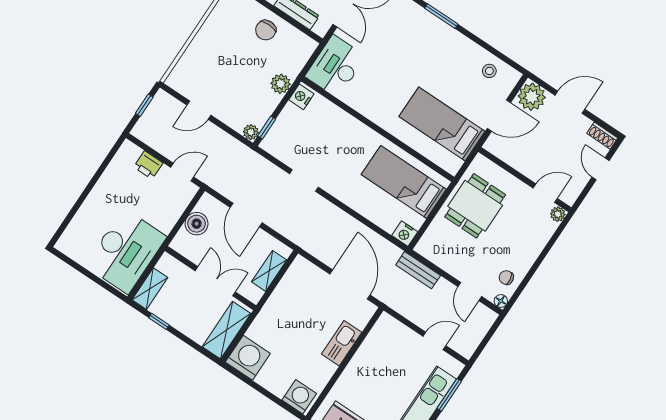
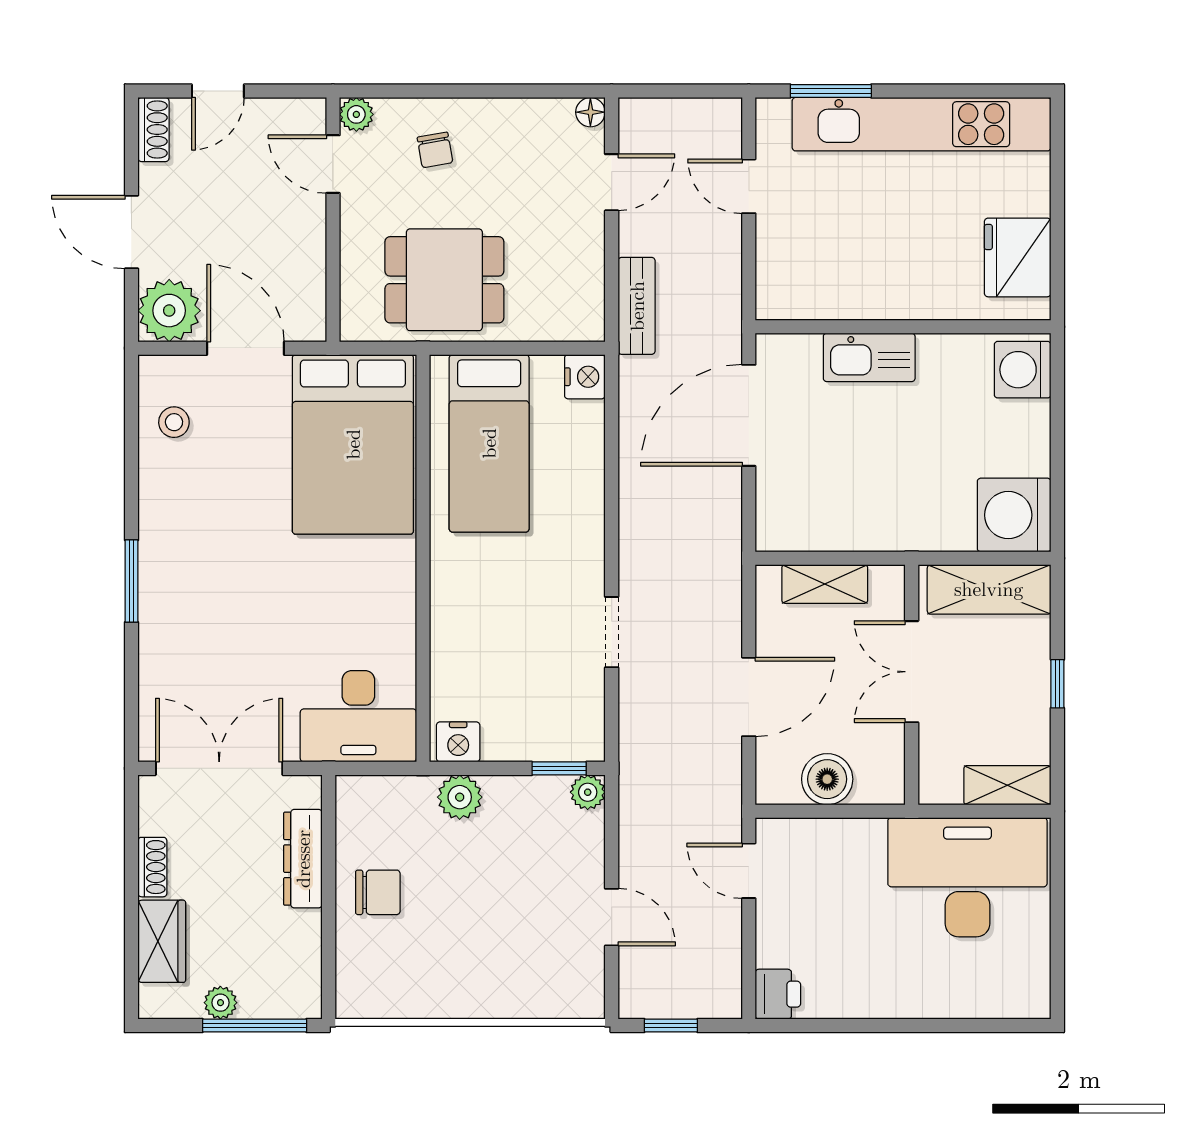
bed: (442, 124) -> (353, 444), width x1.50
printer: (148, 165) -> (778, 994), moved
chair: (506, 278) -> (435, 150), moved
window: (159, 321) -> (1057, 684), moved

